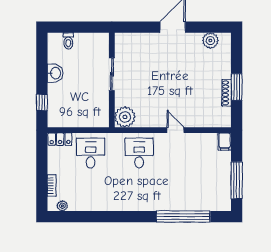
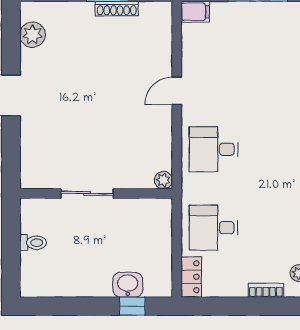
toilet: (68, 41) -> (33, 243), moved
washbasin: (55, 73) -> (128, 285), moved
plant: (125, 117) -> (163, 180), width x0.53, depth x0.53

